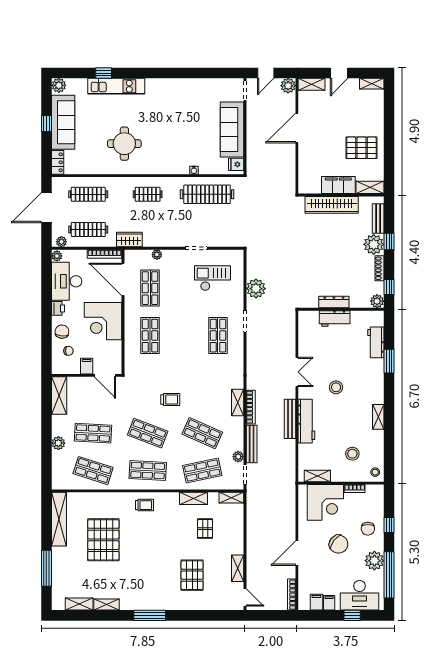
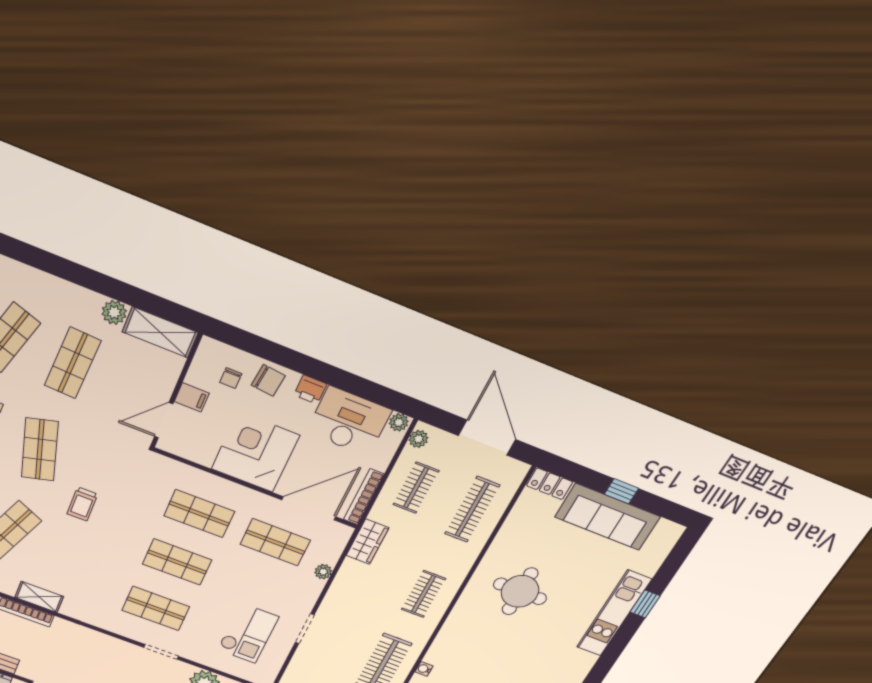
plant: (59, 85) -> (669, 533), removed
clothes rail: (88, 229) -> (416, 488), width x0.73
shop shelf: (184, 336) -> (177, 562), added
shop shelf: (148, 433) -> (40, 449), turned -36
plant: (58, 443) -> (114, 312), moved

